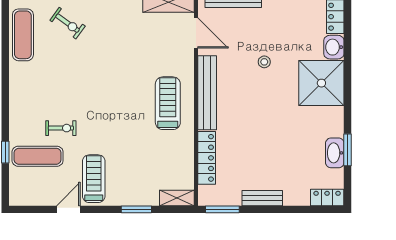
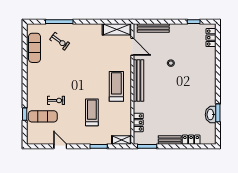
washbasin: (334, 47) -> (210, 55), removed
shower: (321, 83) -> (203, 75), removed
locker: (207, 158) -> (138, 122), width x0.66
treadmill: (94, 179) -> (92, 112), moved
locker: (327, 197) -> (191, 140), moved
door: (68, 209) -> (60, 146), hinge flipped

